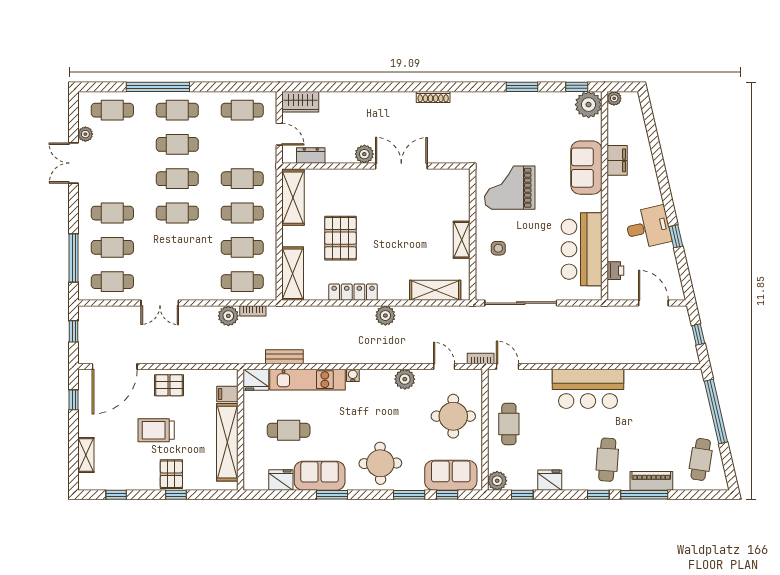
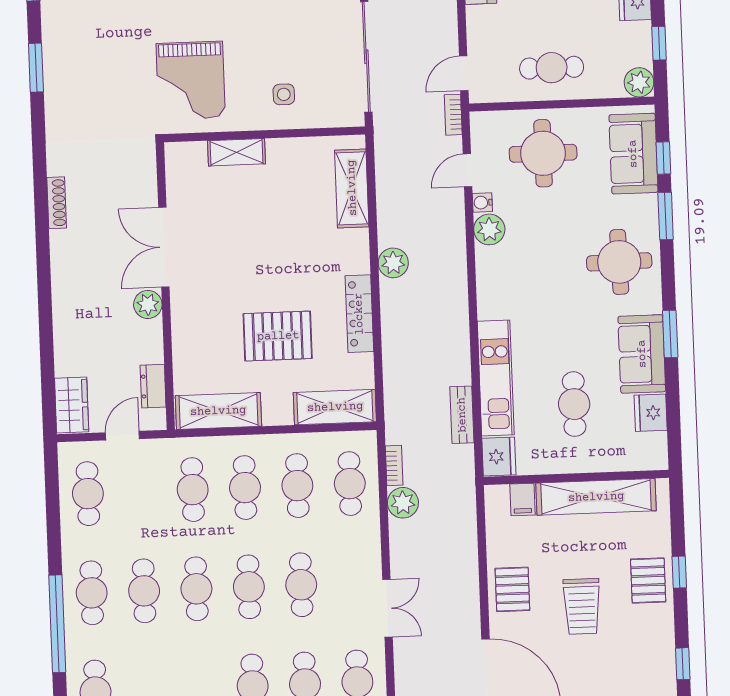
shelving: (462, 240) -> (237, 152), moved
cafe table: (177, 247) -> (301, 585), added
water cooler: (353, 375) -> (482, 202), moved
pallet: (171, 474) -> (648, 580), turned 90

